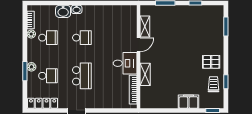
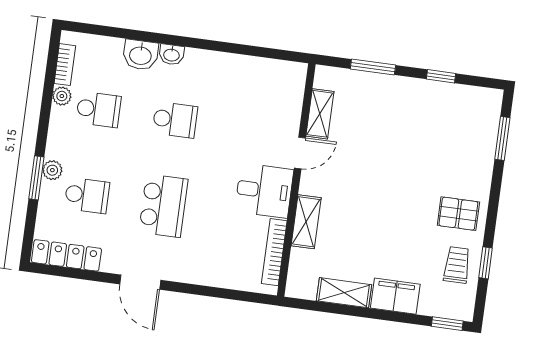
shelving: (166, 103) -> (344, 293), added

